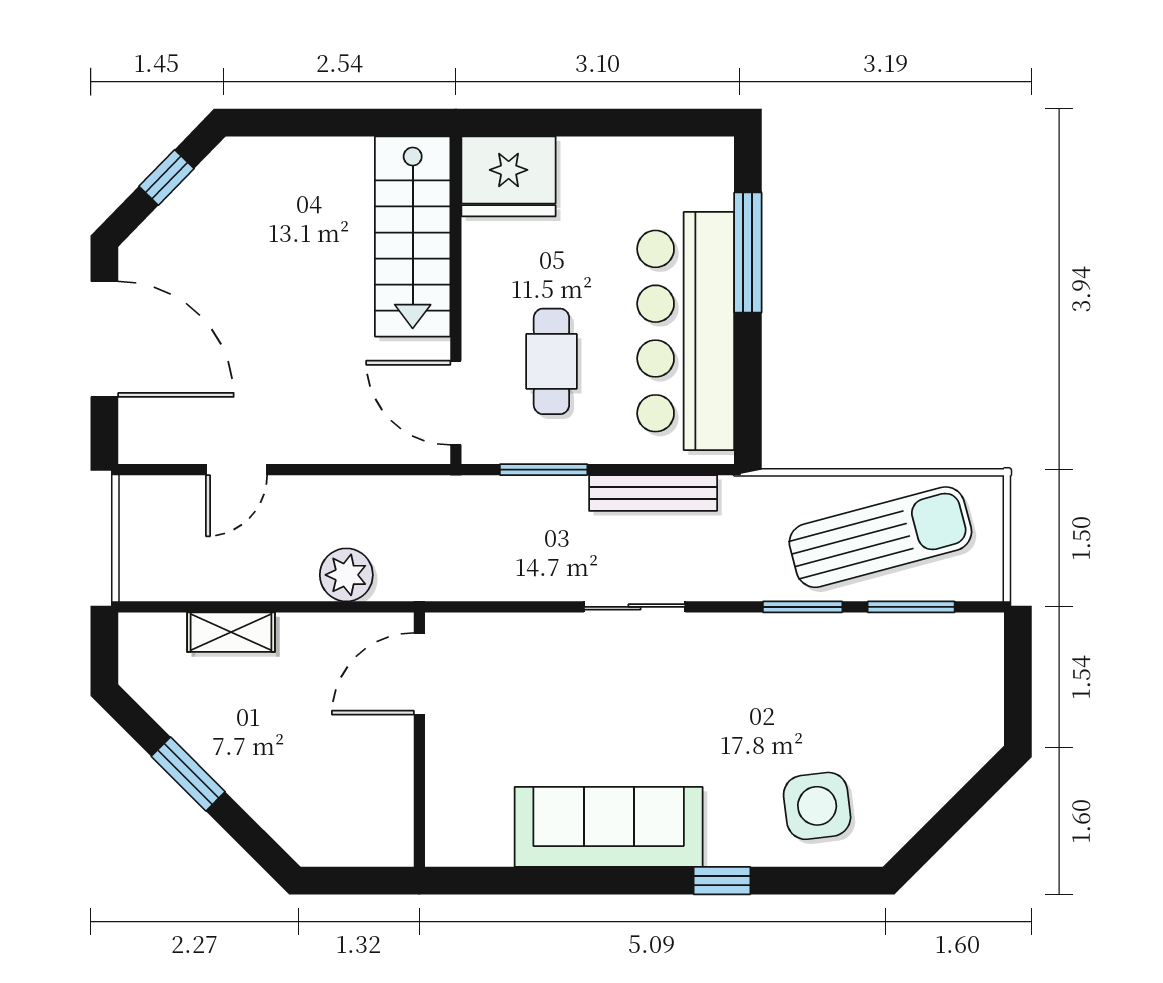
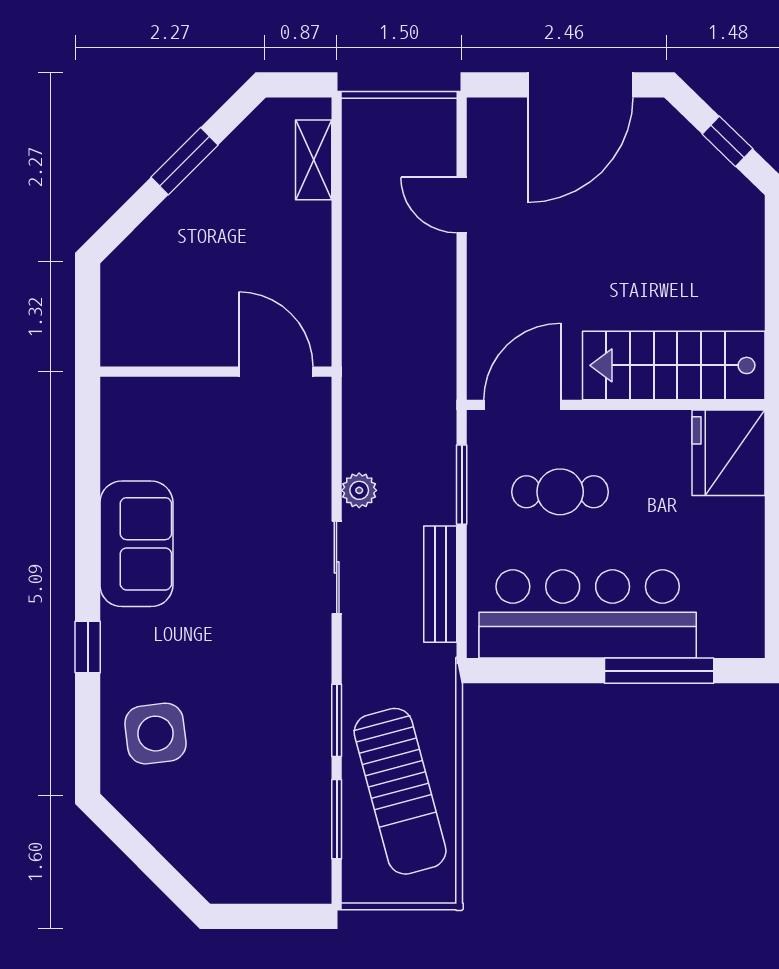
plant: (346, 575) -> (359, 490), moved, width x0.73, depth x0.73
shelving: (231, 632) -> (314, 160), moved
sofa: (609, 827) -> (136, 544), width x0.73

